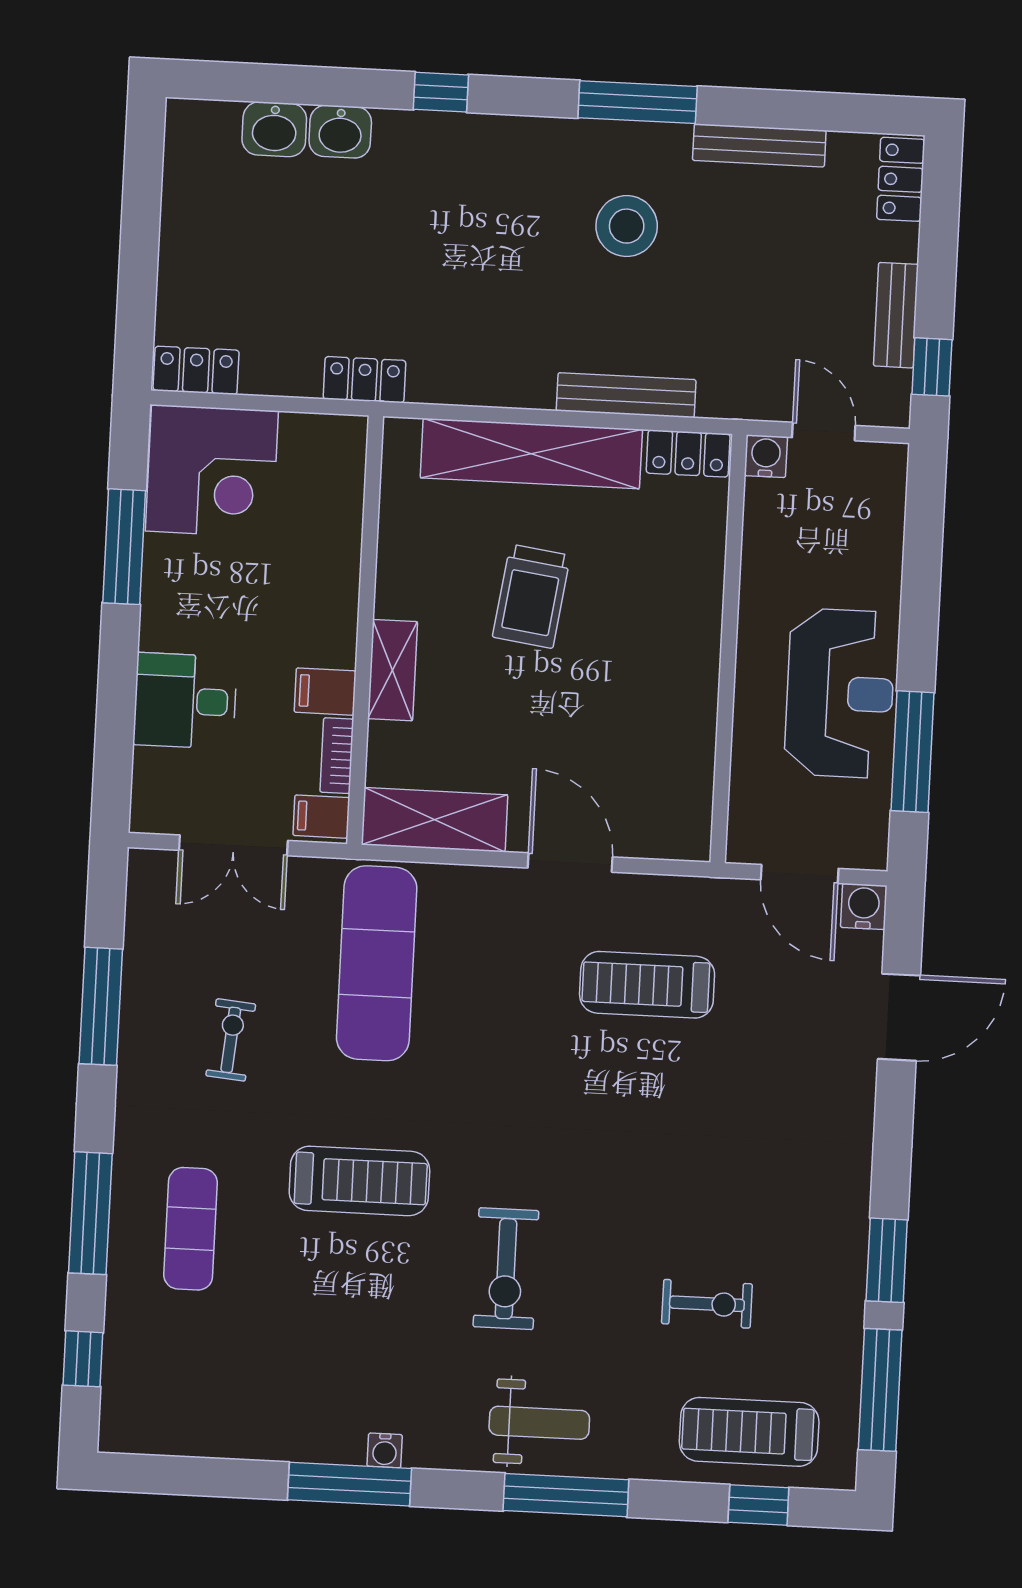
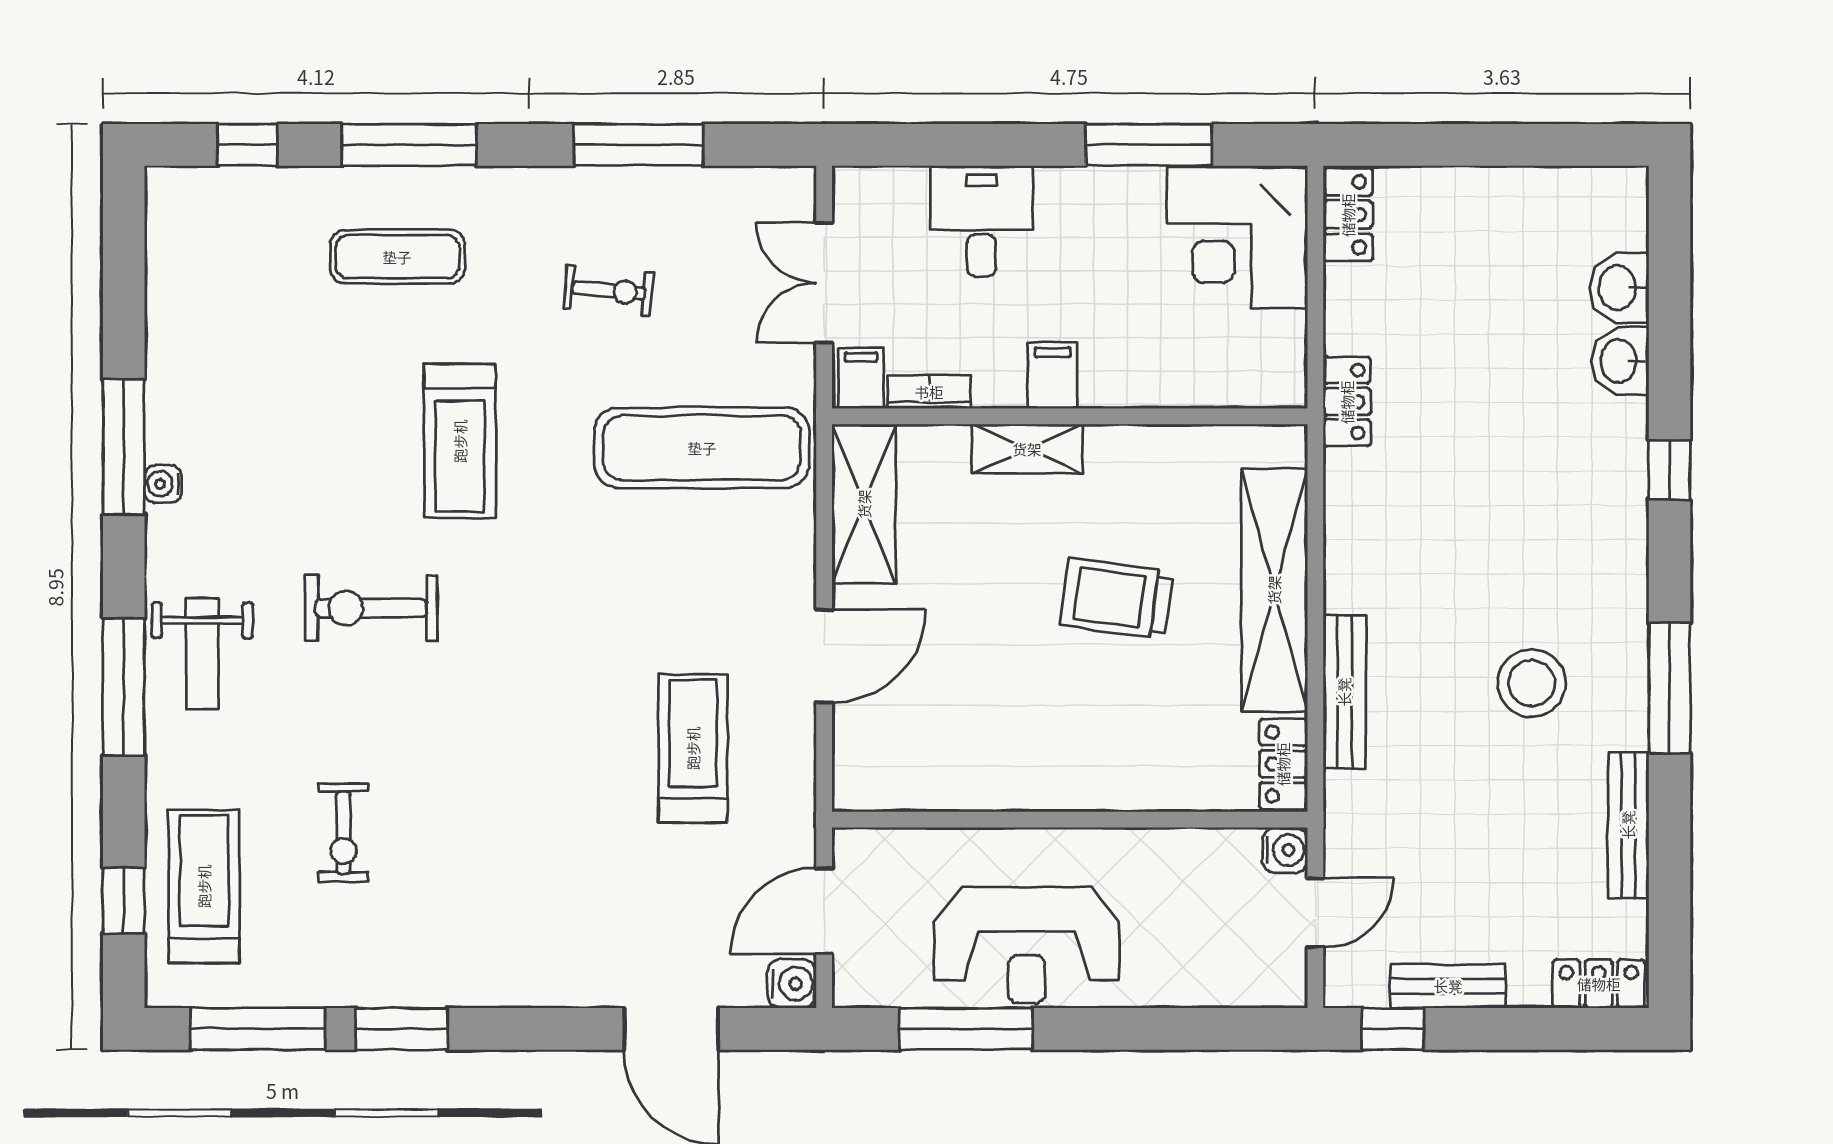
filing cabinet: (325, 692) -> (1053, 375), moved

